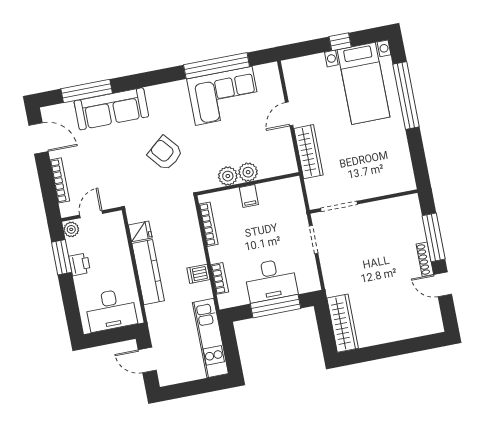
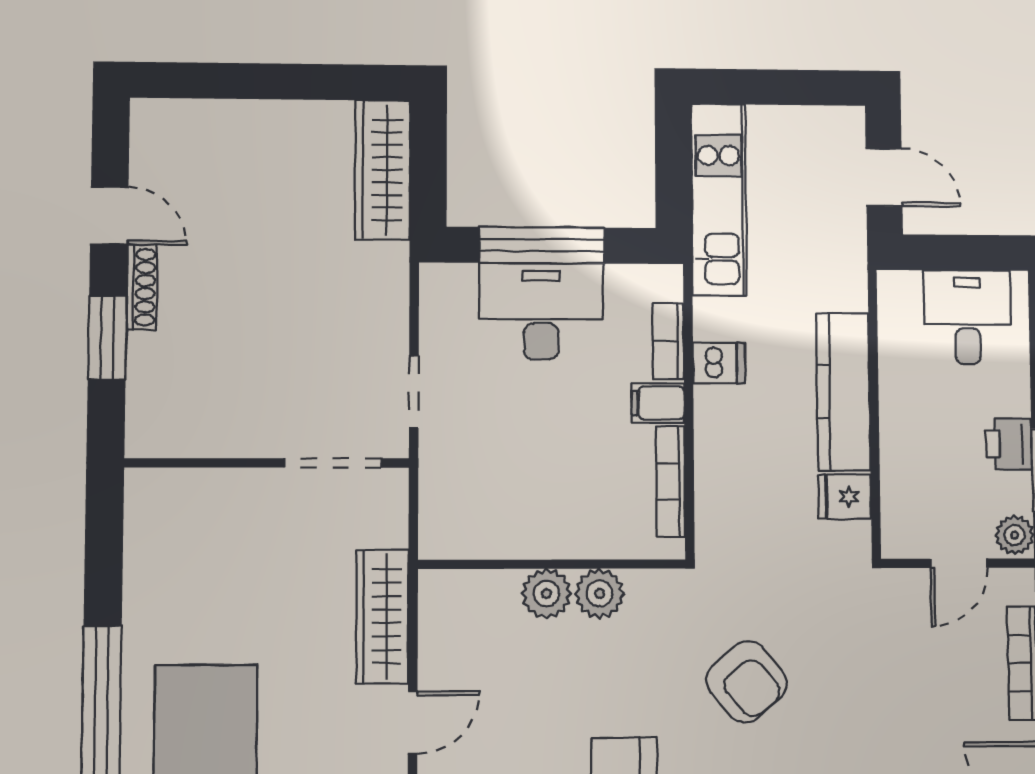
filing cabinet: (249, 196) -> (658, 403), moved, turned -90
window: (434, 237) -> (107, 338), width x0.69
desk: (111, 310) -> (968, 317), width x0.73

